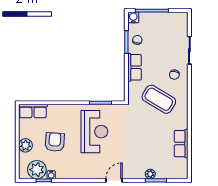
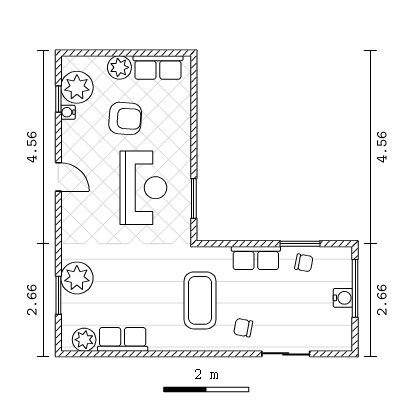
water cooler: (133, 17) -> (343, 298), moved
coffee table: (159, 99) -> (200, 300), turned -31
row of seats: (33, 111) -> (158, 67), moved, turned -90
reception desk: (94, 132) -> (143, 188), turned -90
plant: (181, 166) -> (84, 340), added
plant: (150, 174) -> (77, 278), width x1.88, depth x1.88
door: (114, 180) -> (58, 177), moved

